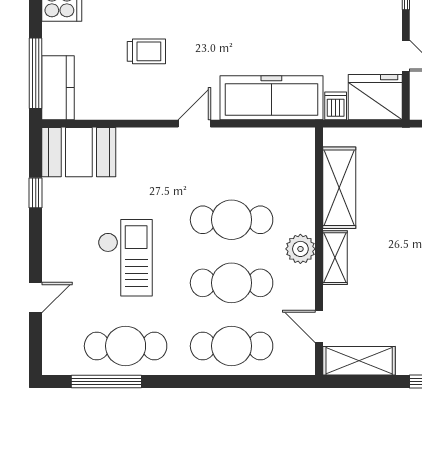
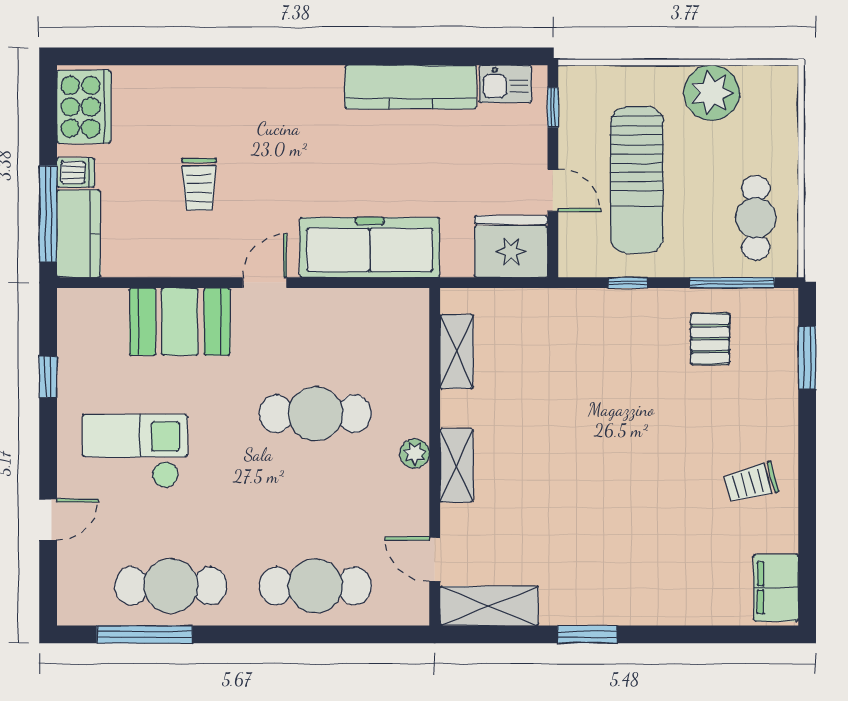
trolley: (146, 51) -> (199, 184), turned 90
dishwasher: (336, 106) -> (76, 172), moved, turned 90
booth: (79, 152) -> (180, 322), moved
shelving: (339, 188) -> (457, 352), width x0.67, depth x0.75
plant: (300, 249) -> (415, 454), width x0.73, depth x0.73
checkout: (125, 258) -> (135, 451), moved, turned -90
cafe table: (232, 283) -> (315, 500), removed

